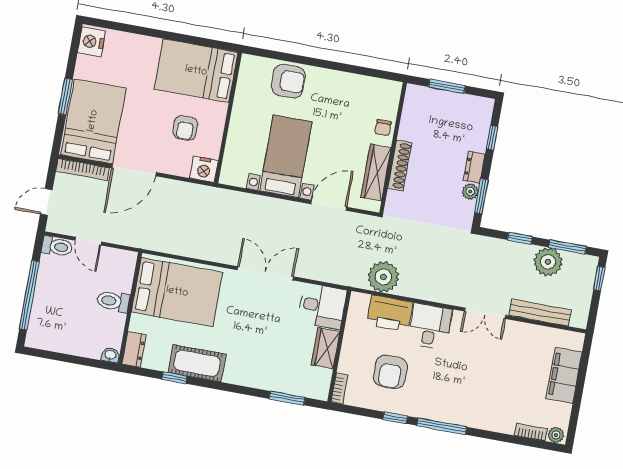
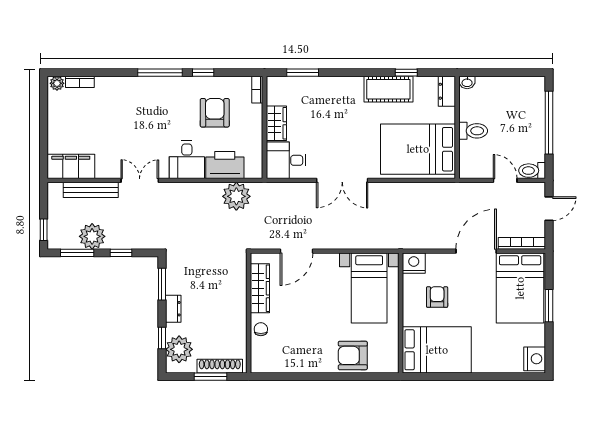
bed with nightstands: (286, 156) -> (369, 288), moved
shoe rack: (400, 166) -> (220, 366), moved, turned 90
plant: (470, 192) -> (179, 349), moved, width x1.88, depth x1.88
filing cabinet: (564, 375) -> (71, 166), moved, turned -90

